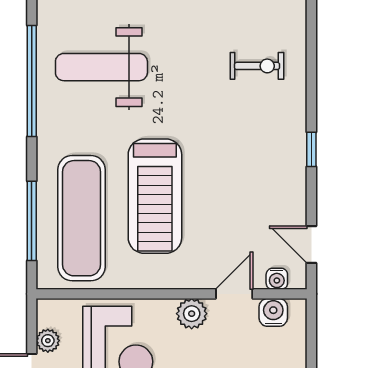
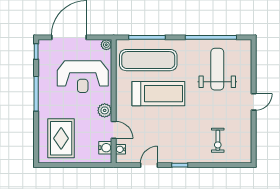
treadmill: (155, 196) -> (158, 94), turned 180
door: (311, 245) -> (149, 165), moved
plant: (48, 341) -> (106, 45), moved

